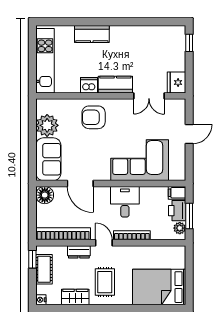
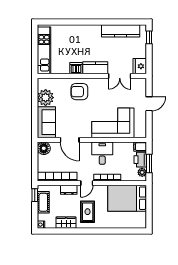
kitchen counter: (92, 34) -> (121, 31), moved, width x1.50
door: (104, 243) -> (87, 183), swing flipped
bed: (159, 287) -> (127, 198), moved

